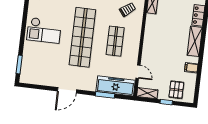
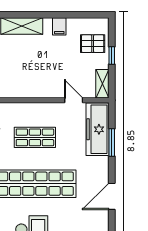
door: (138, 72) -> (74, 100), hinge flipped
door: (67, 90) -> (112, 196), swing flipped

